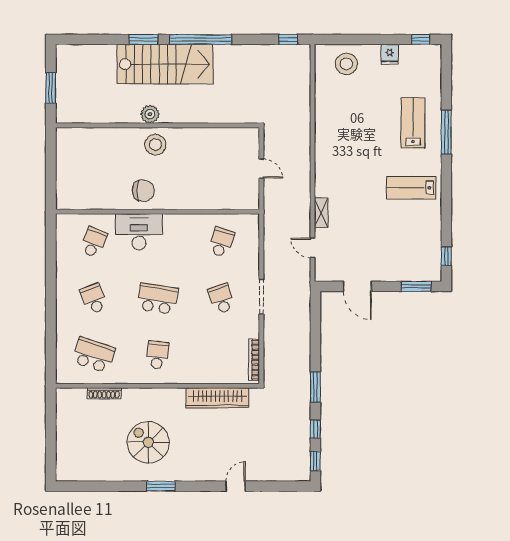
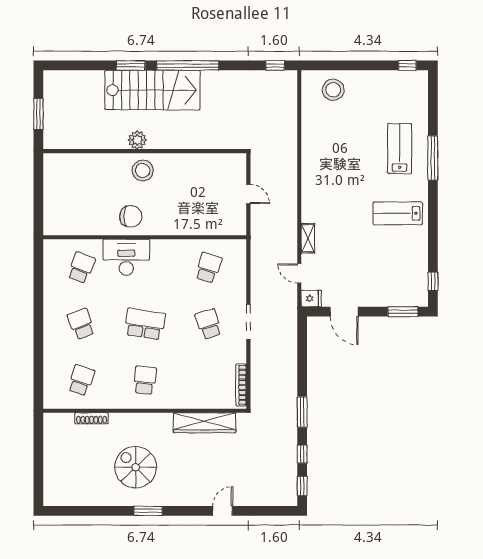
fridge: (390, 54) -> (311, 299), moved, turned -90
school desk: (94, 355) -> (81, 380), width x0.54

